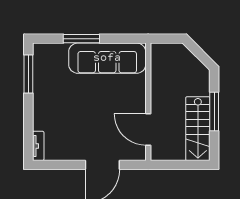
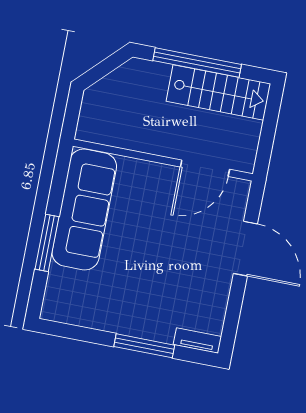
window: (28, 74) -> (144, 346), moved
window: (214, 112) -> (197, 62), width x1.46

